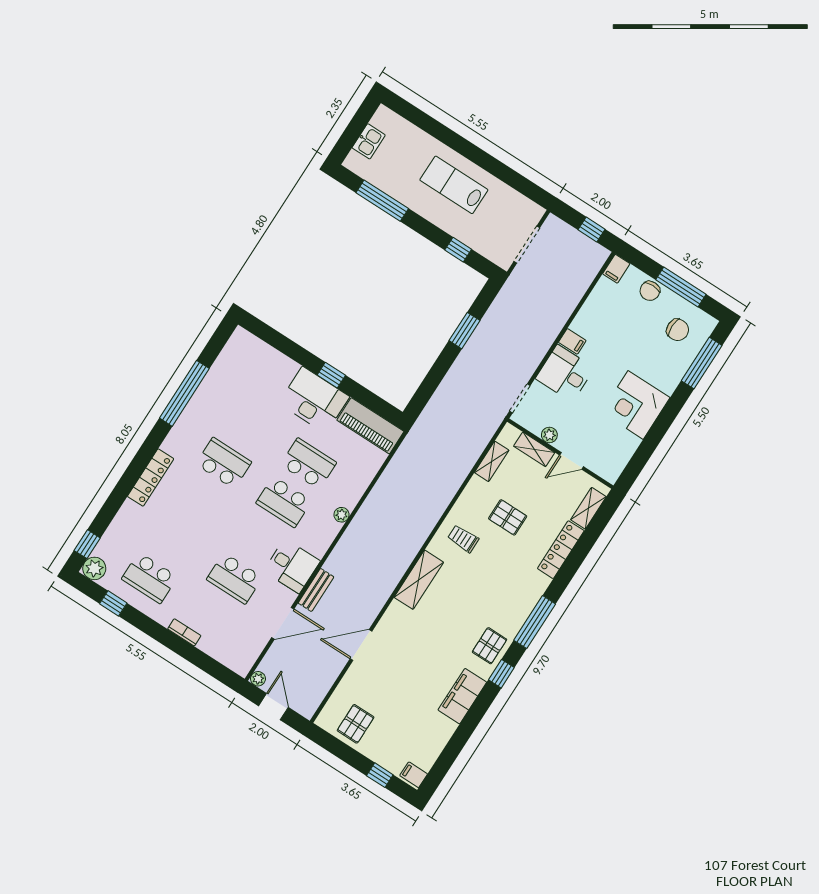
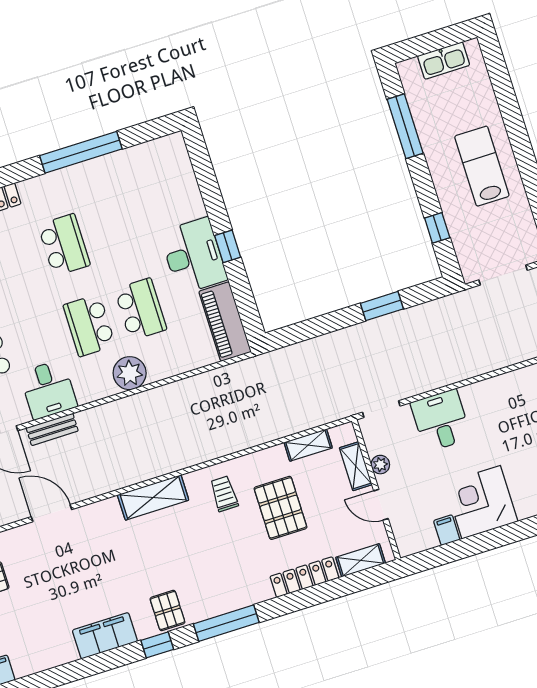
kitchen sink: (369, 141) -> (444, 61), width x1.38
filing cabinet: (572, 341) -> (447, 530), moved, turned 180
plant: (342, 515) -> (130, 373), width x1.87, depth x1.87
pallet: (508, 517) -> (280, 508), width x1.50, depth x1.42
pallet: (489, 646) -> (167, 610), turned 90

